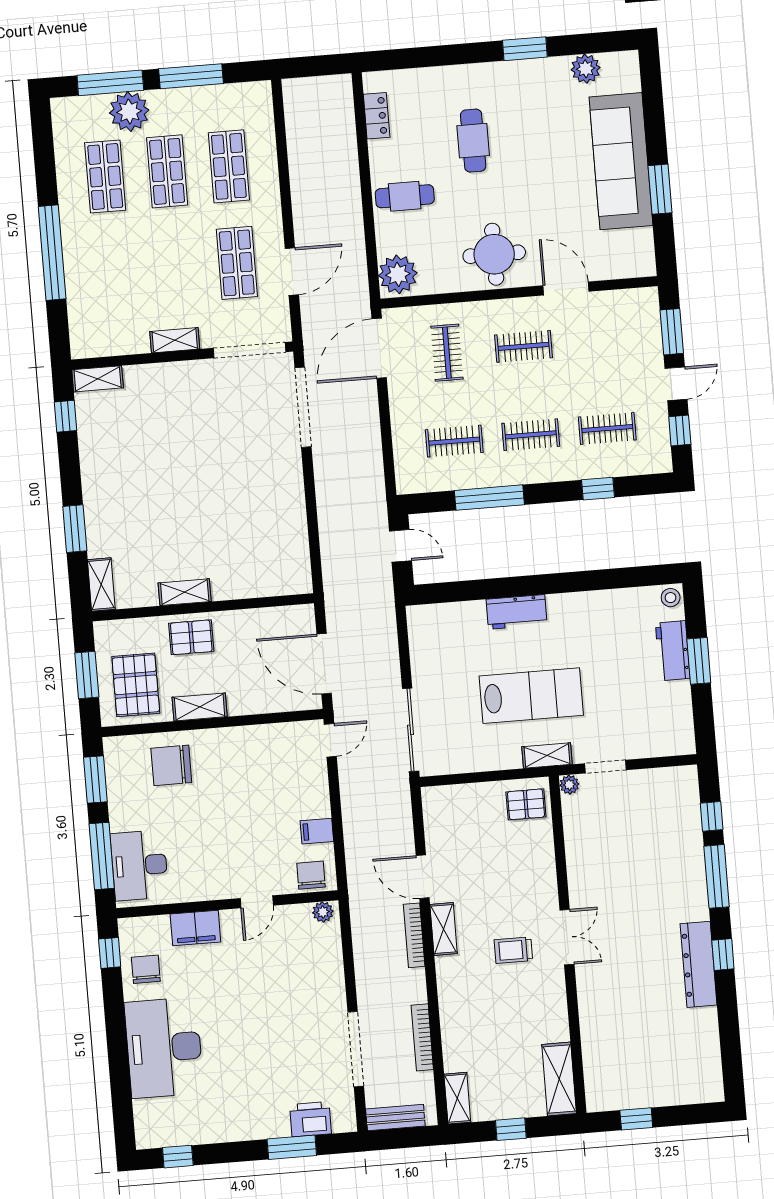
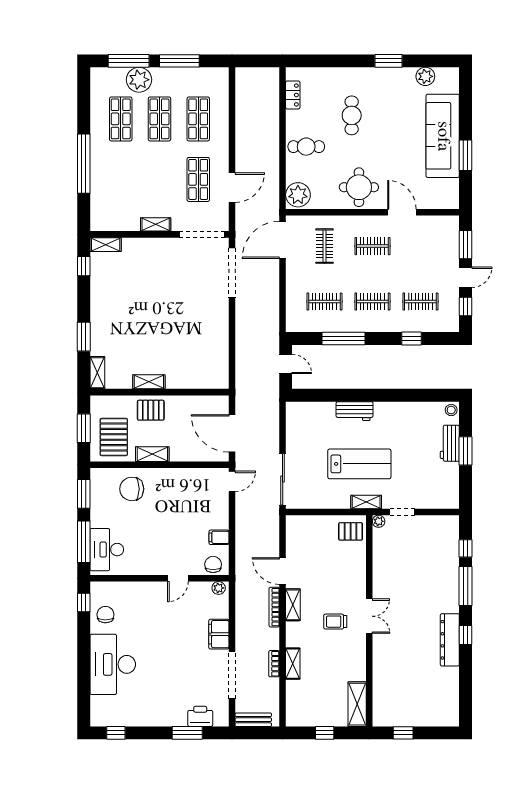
filing cabinet: (195, 928) -> (219, 634), moved, turned 90
bookcase: (422, 1037) -> (274, 664), width x0.64
shelving: (457, 1098) -> (293, 664), moved

